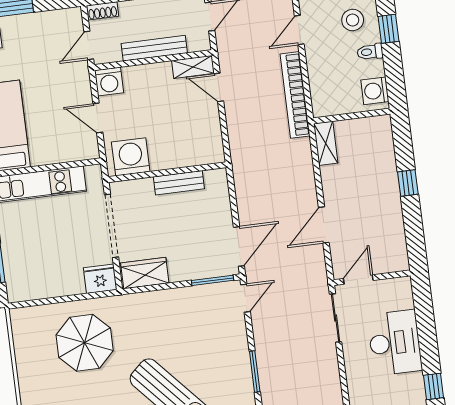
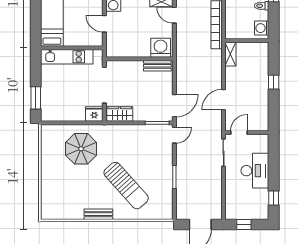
washing machine: (131, 157) -> (161, 48), moved
bench: (179, 183) -> (157, 66), moved

